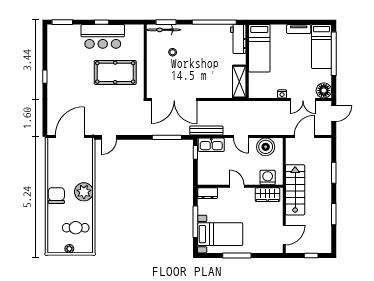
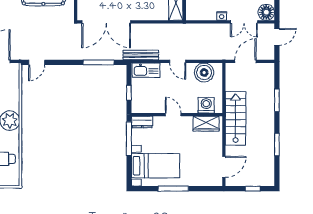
window: (195, 152) -> (129, 93), moved
window: (195, 222) -> (129, 139), moved

